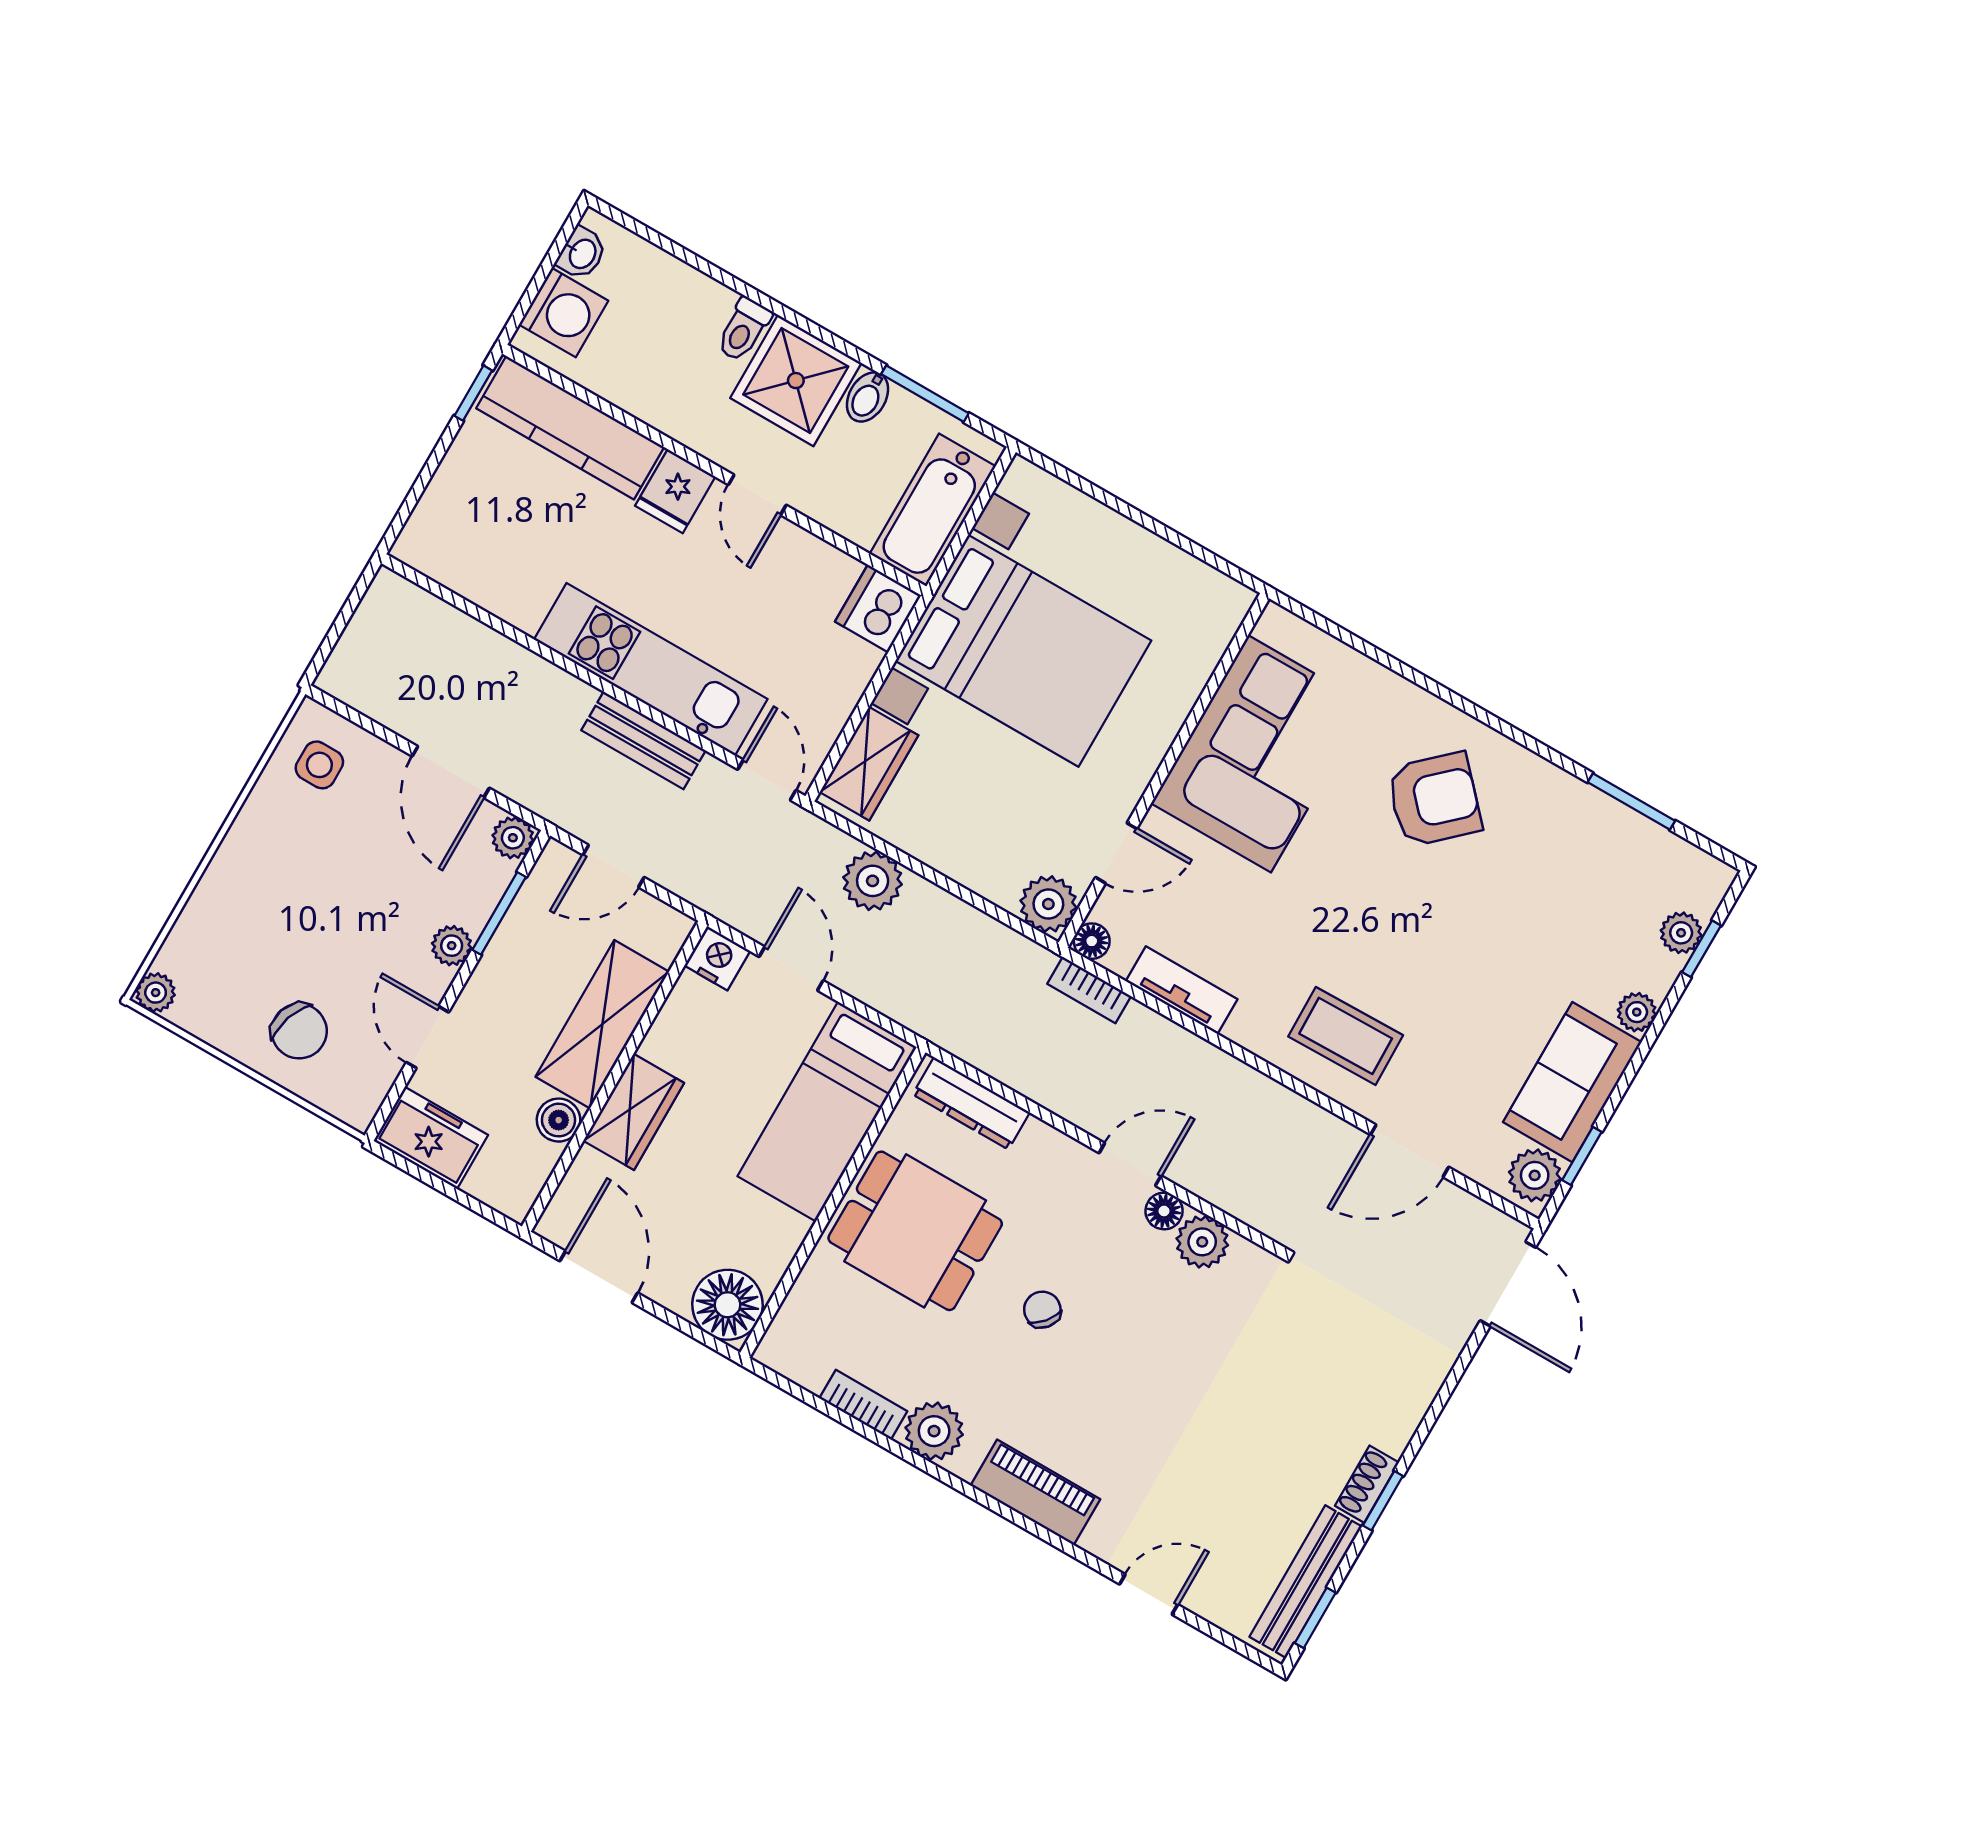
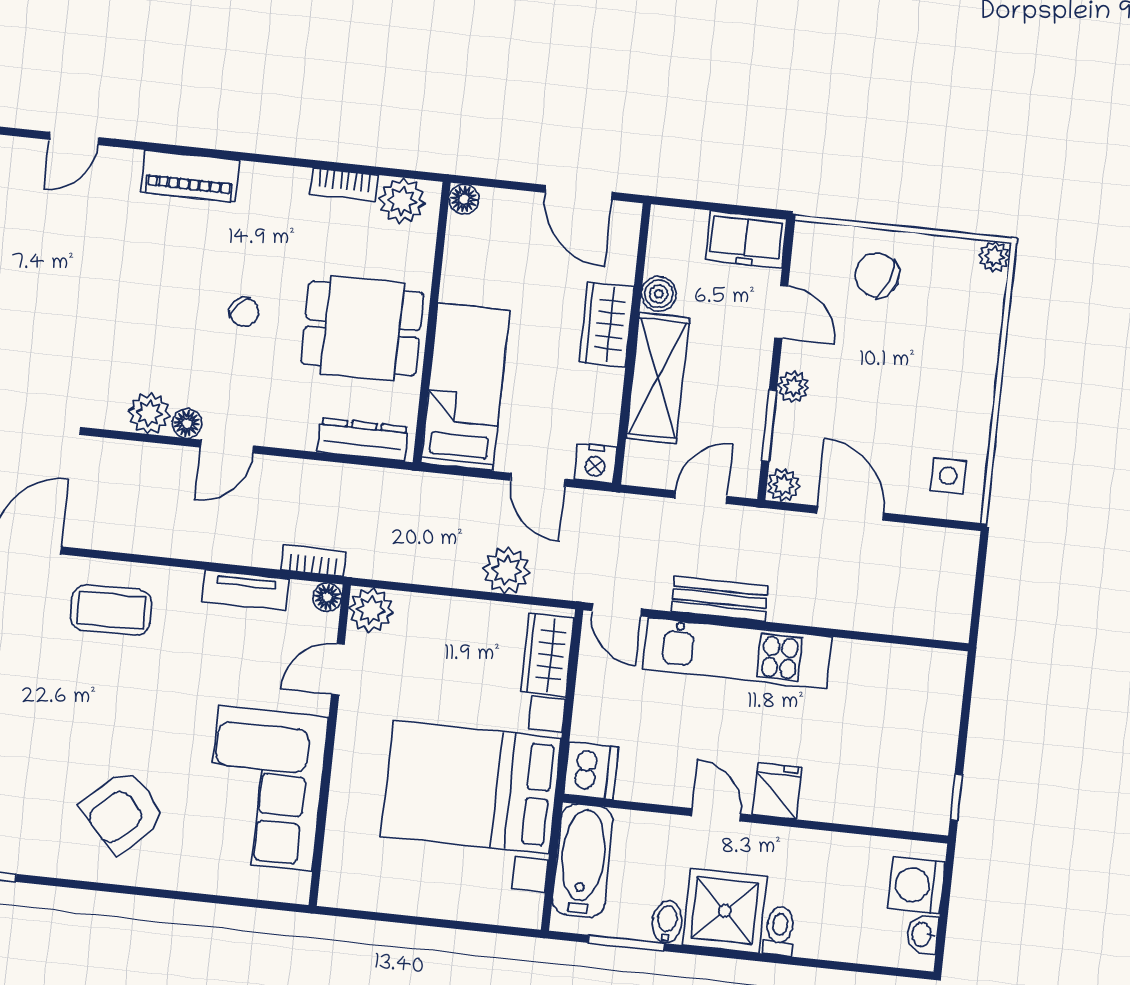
kitchen counter: (570, 428) -> (874, 803), removed
floor lamp: (727, 1305) -> (464, 199), width x0.53, depth x0.53
plant: (934, 1431) -> (402, 201), moved

